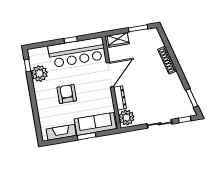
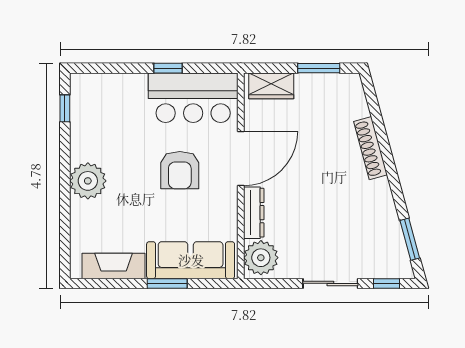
bar counter: (77, 52) -> (193, 98), width x0.73
plant: (39, 73) -> (88, 181), moved
armchair: (67, 94) -> (180, 170), moved, turned 180

